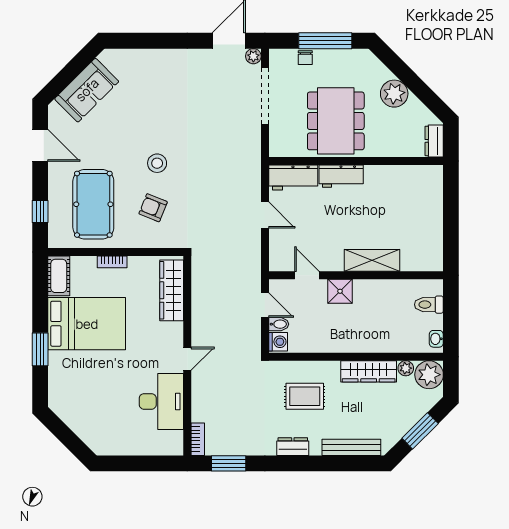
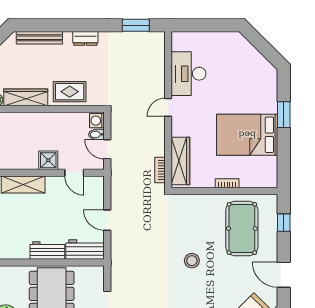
armchair: (153, 208) -> (195, 226), removed
cot: (59, 276) -> (269, 172), removed
rug: (305, 396) -> (70, 92), moved
bookcase: (198, 439) -> (160, 170), moved

